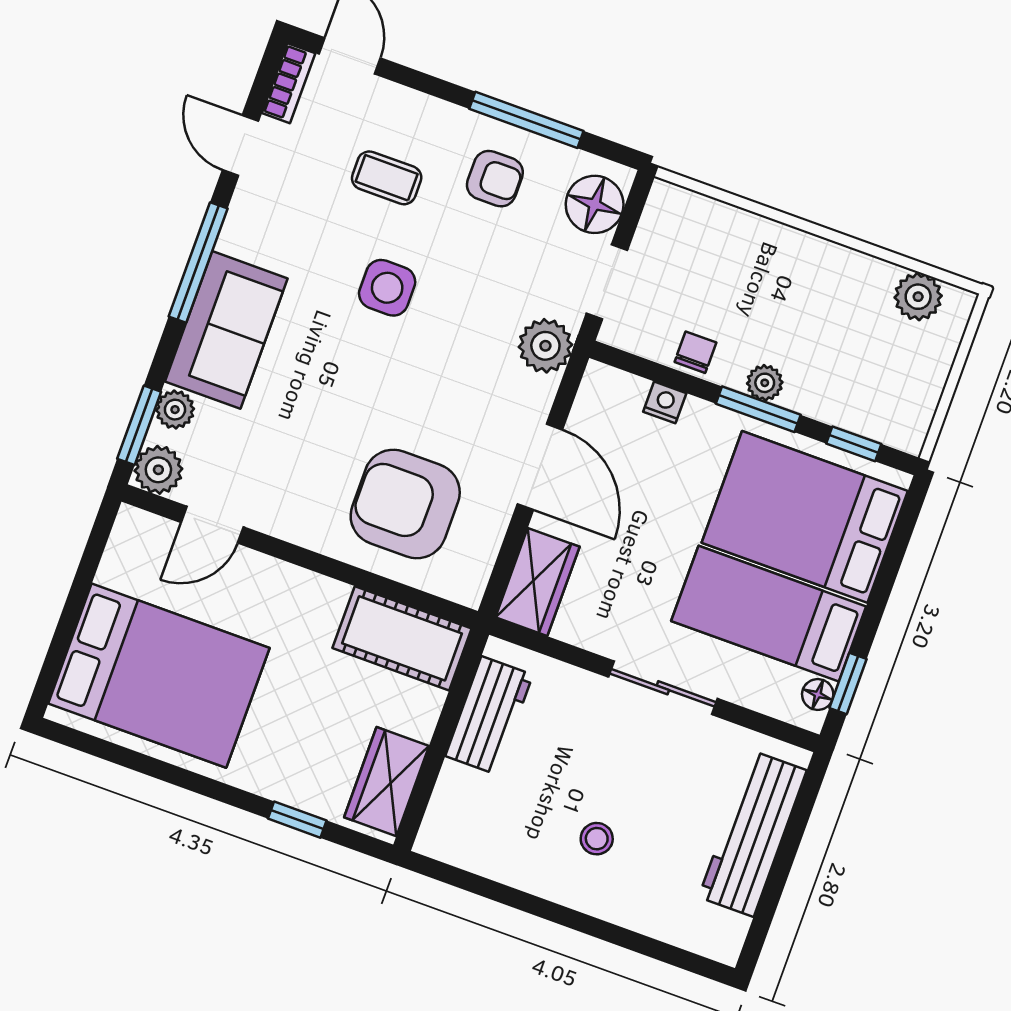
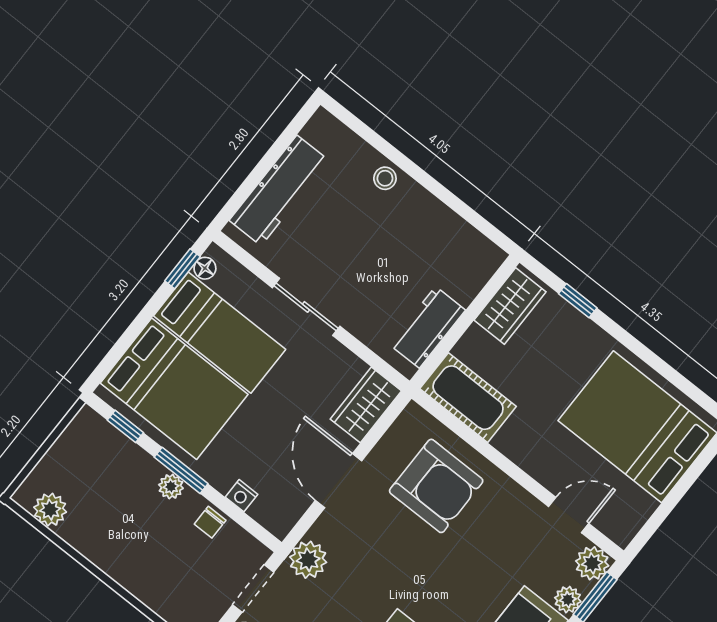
stool: (597, 839) -> (385, 178), moved

